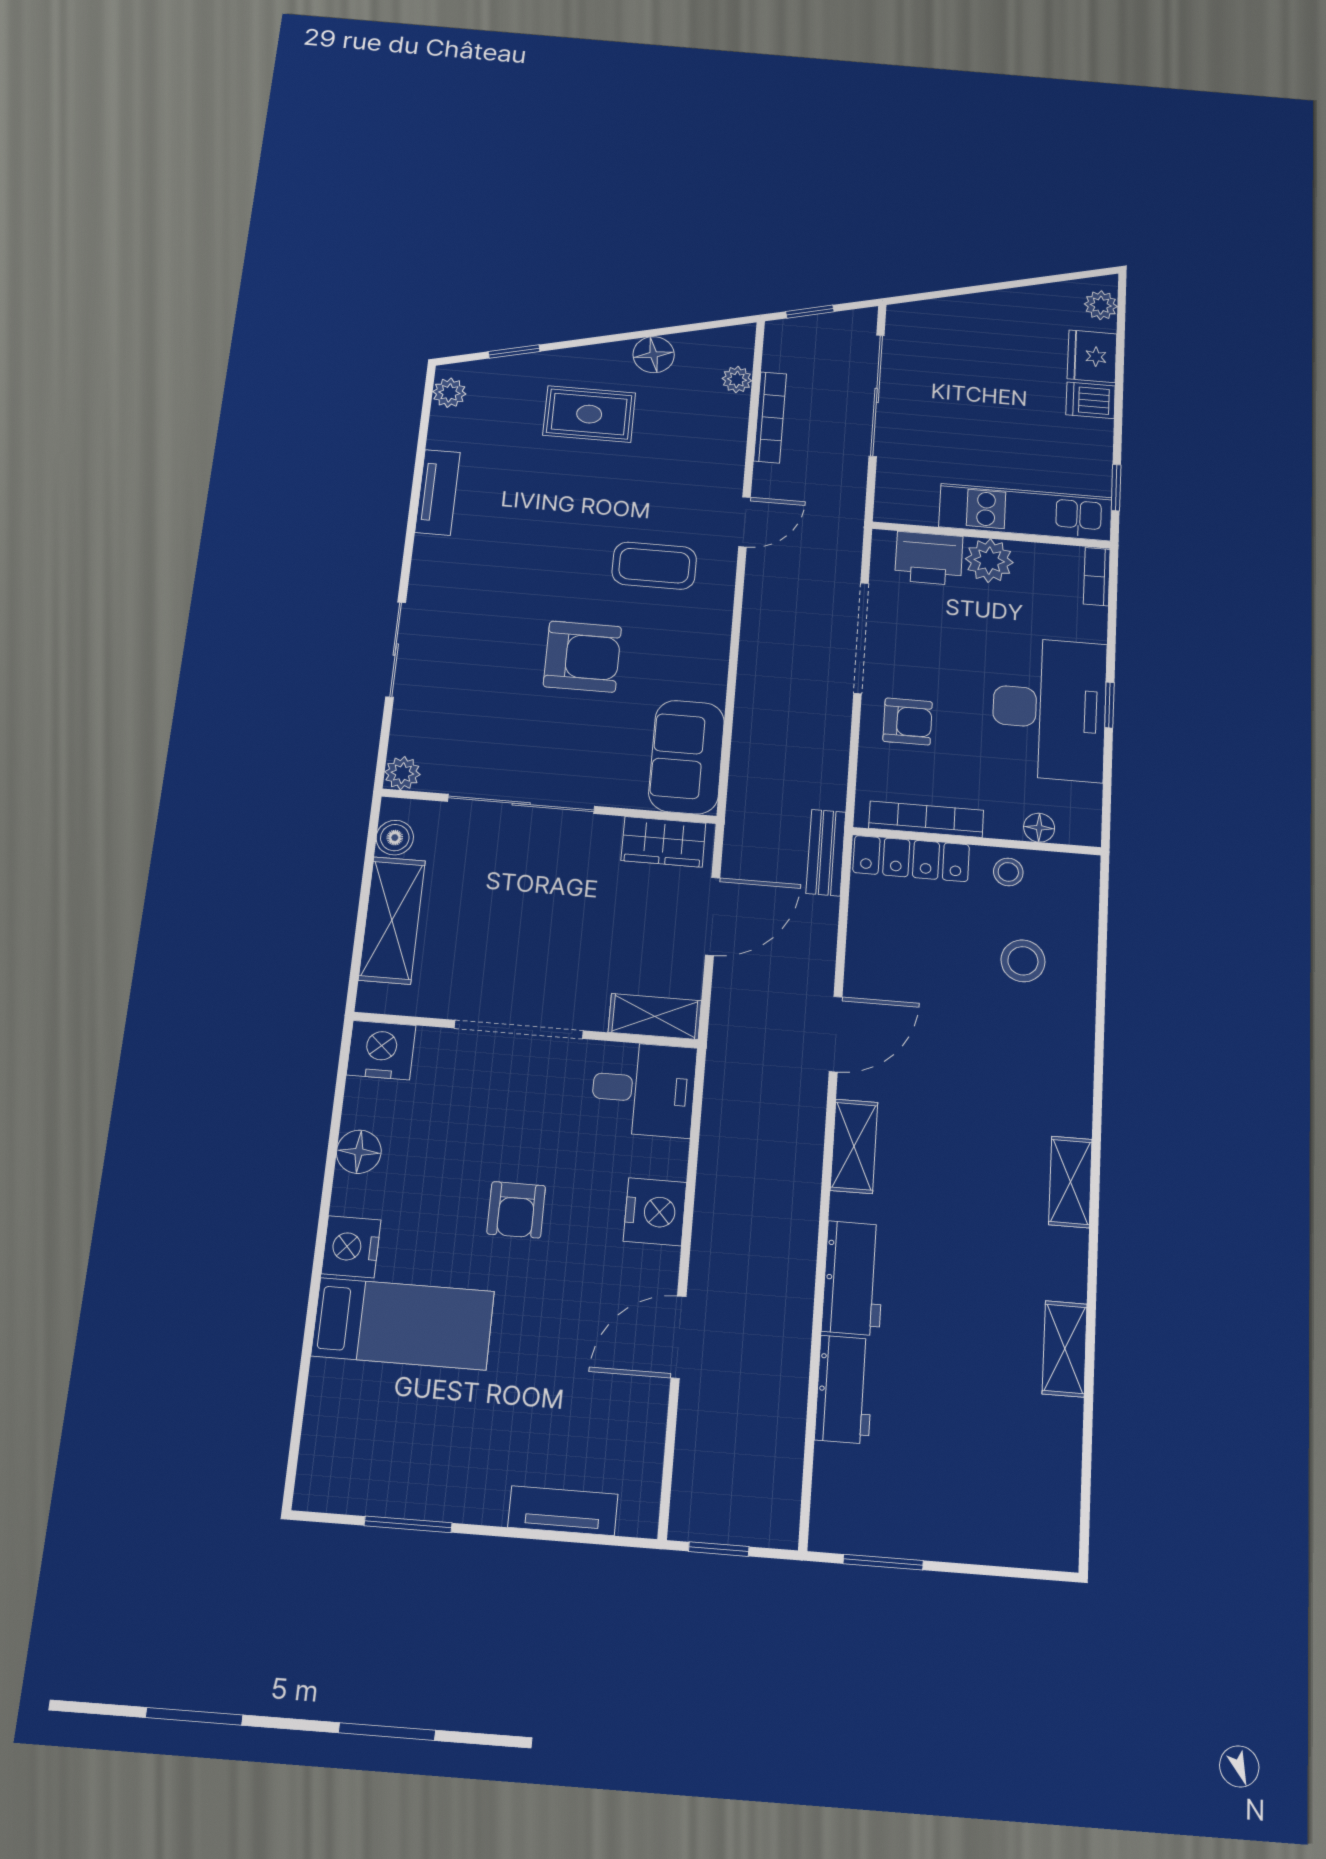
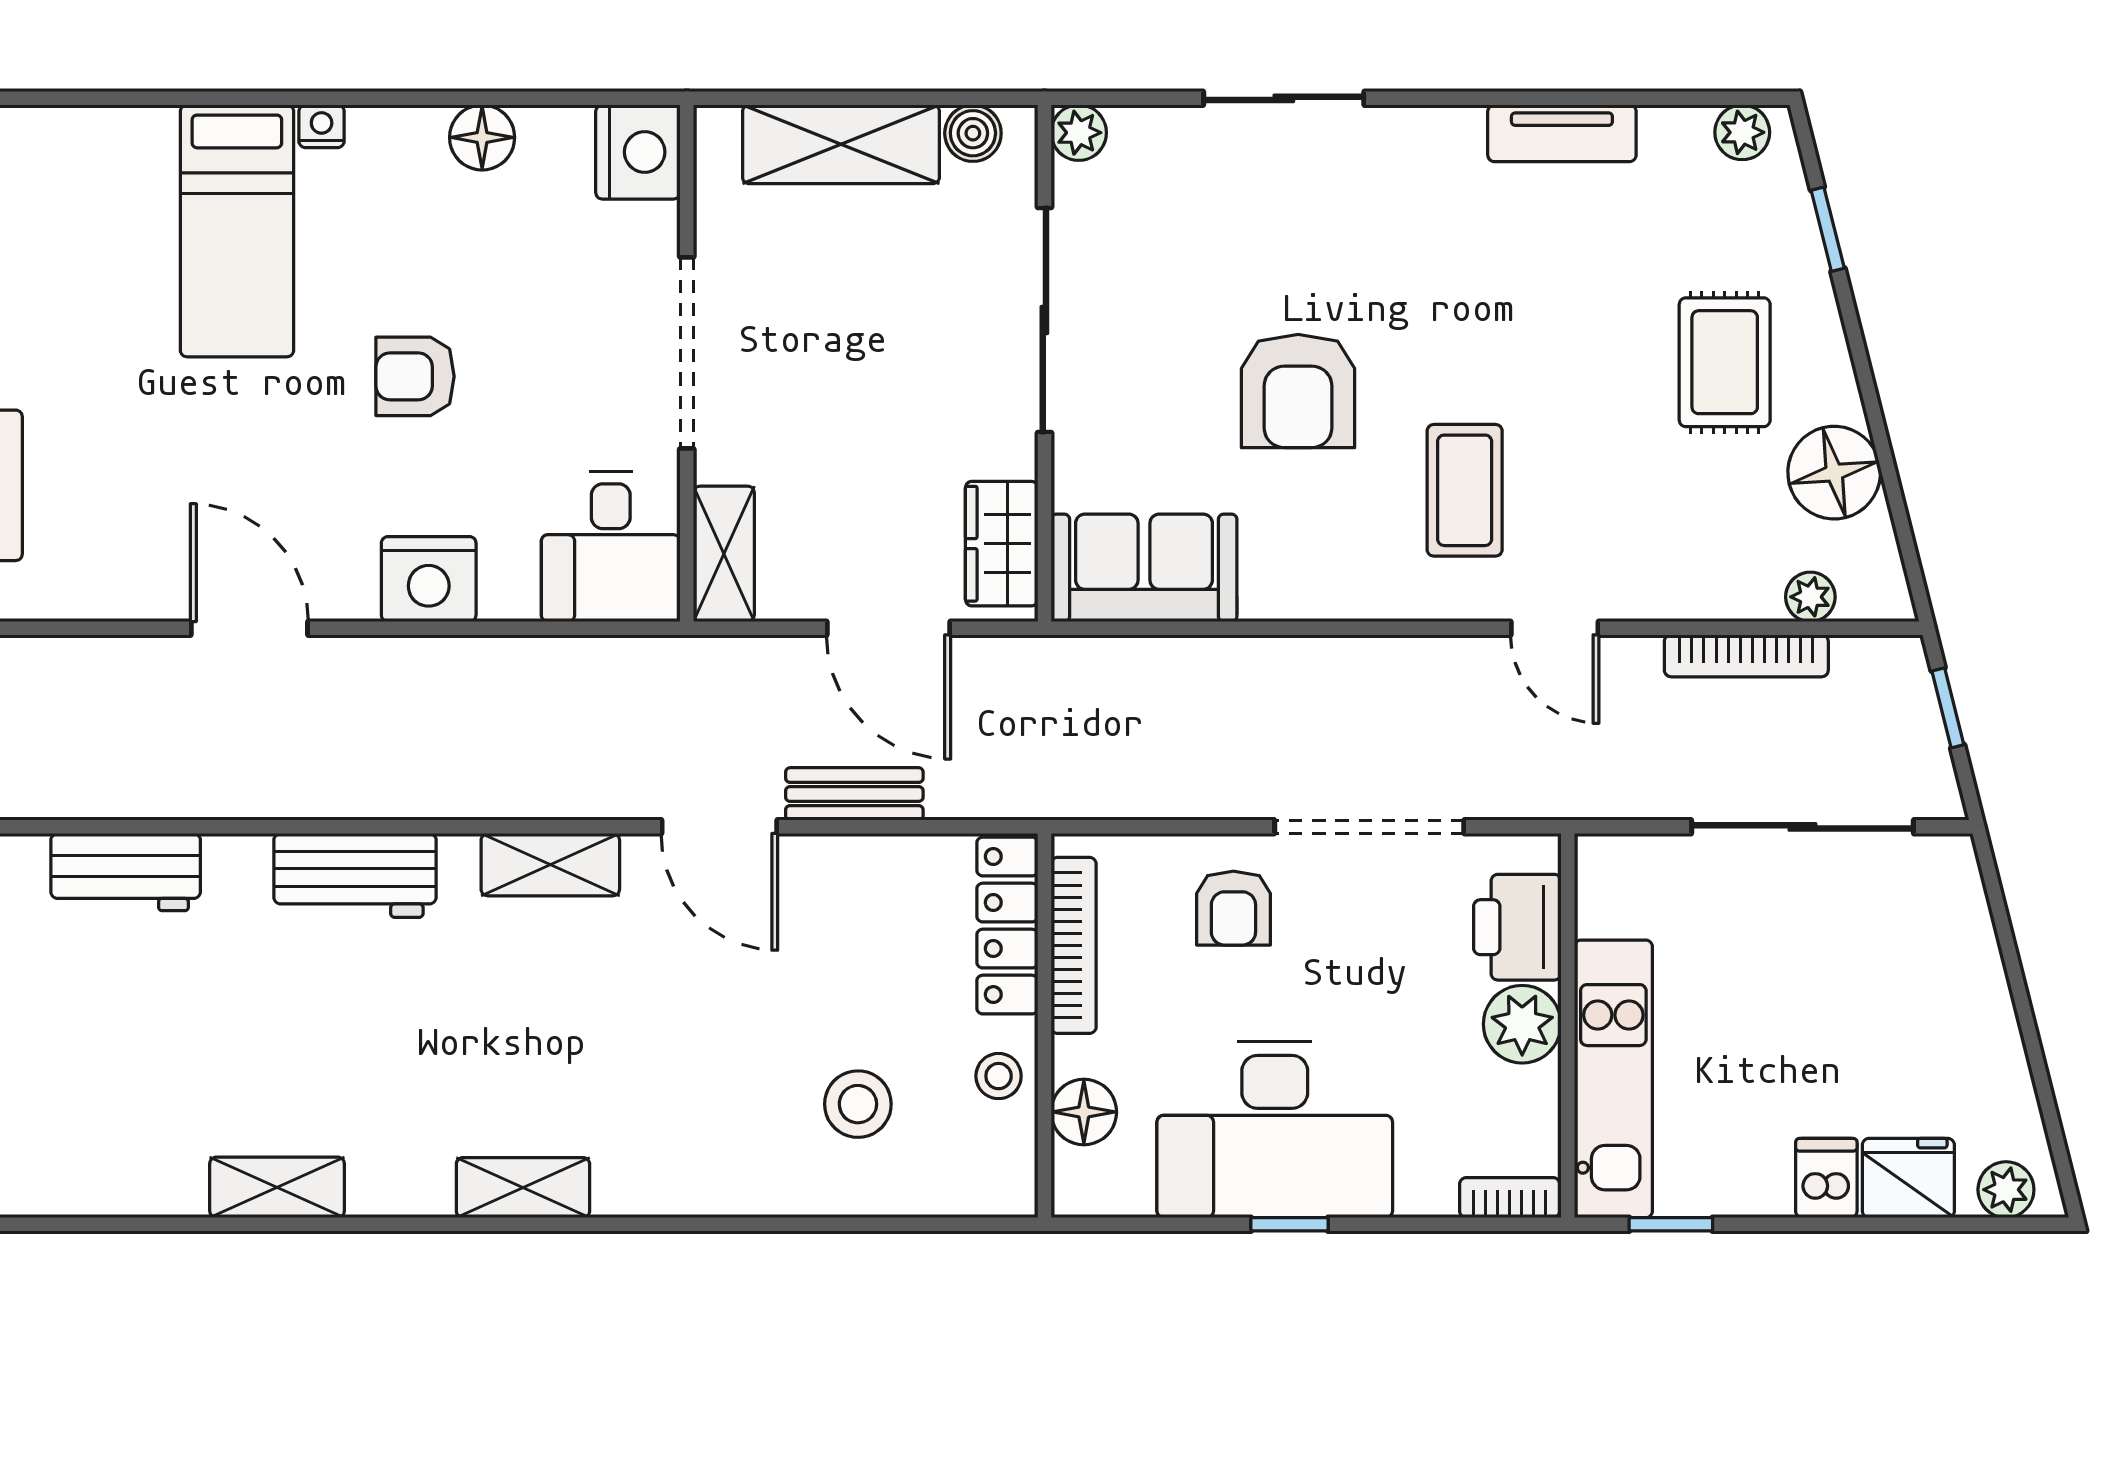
floor lamp: (654, 355) -> (1834, 473), width x1.38, depth x1.38
floor lamp: (1039, 828) -> (1084, 1112), width x1.37, depth x1.37
bench: (826, 853) -> (854, 794), moved
nightstand: (351, 1247) -> (322, 126), width x0.53, depth x0.56
workbench: (844, 1389) -> (126, 872), moved

